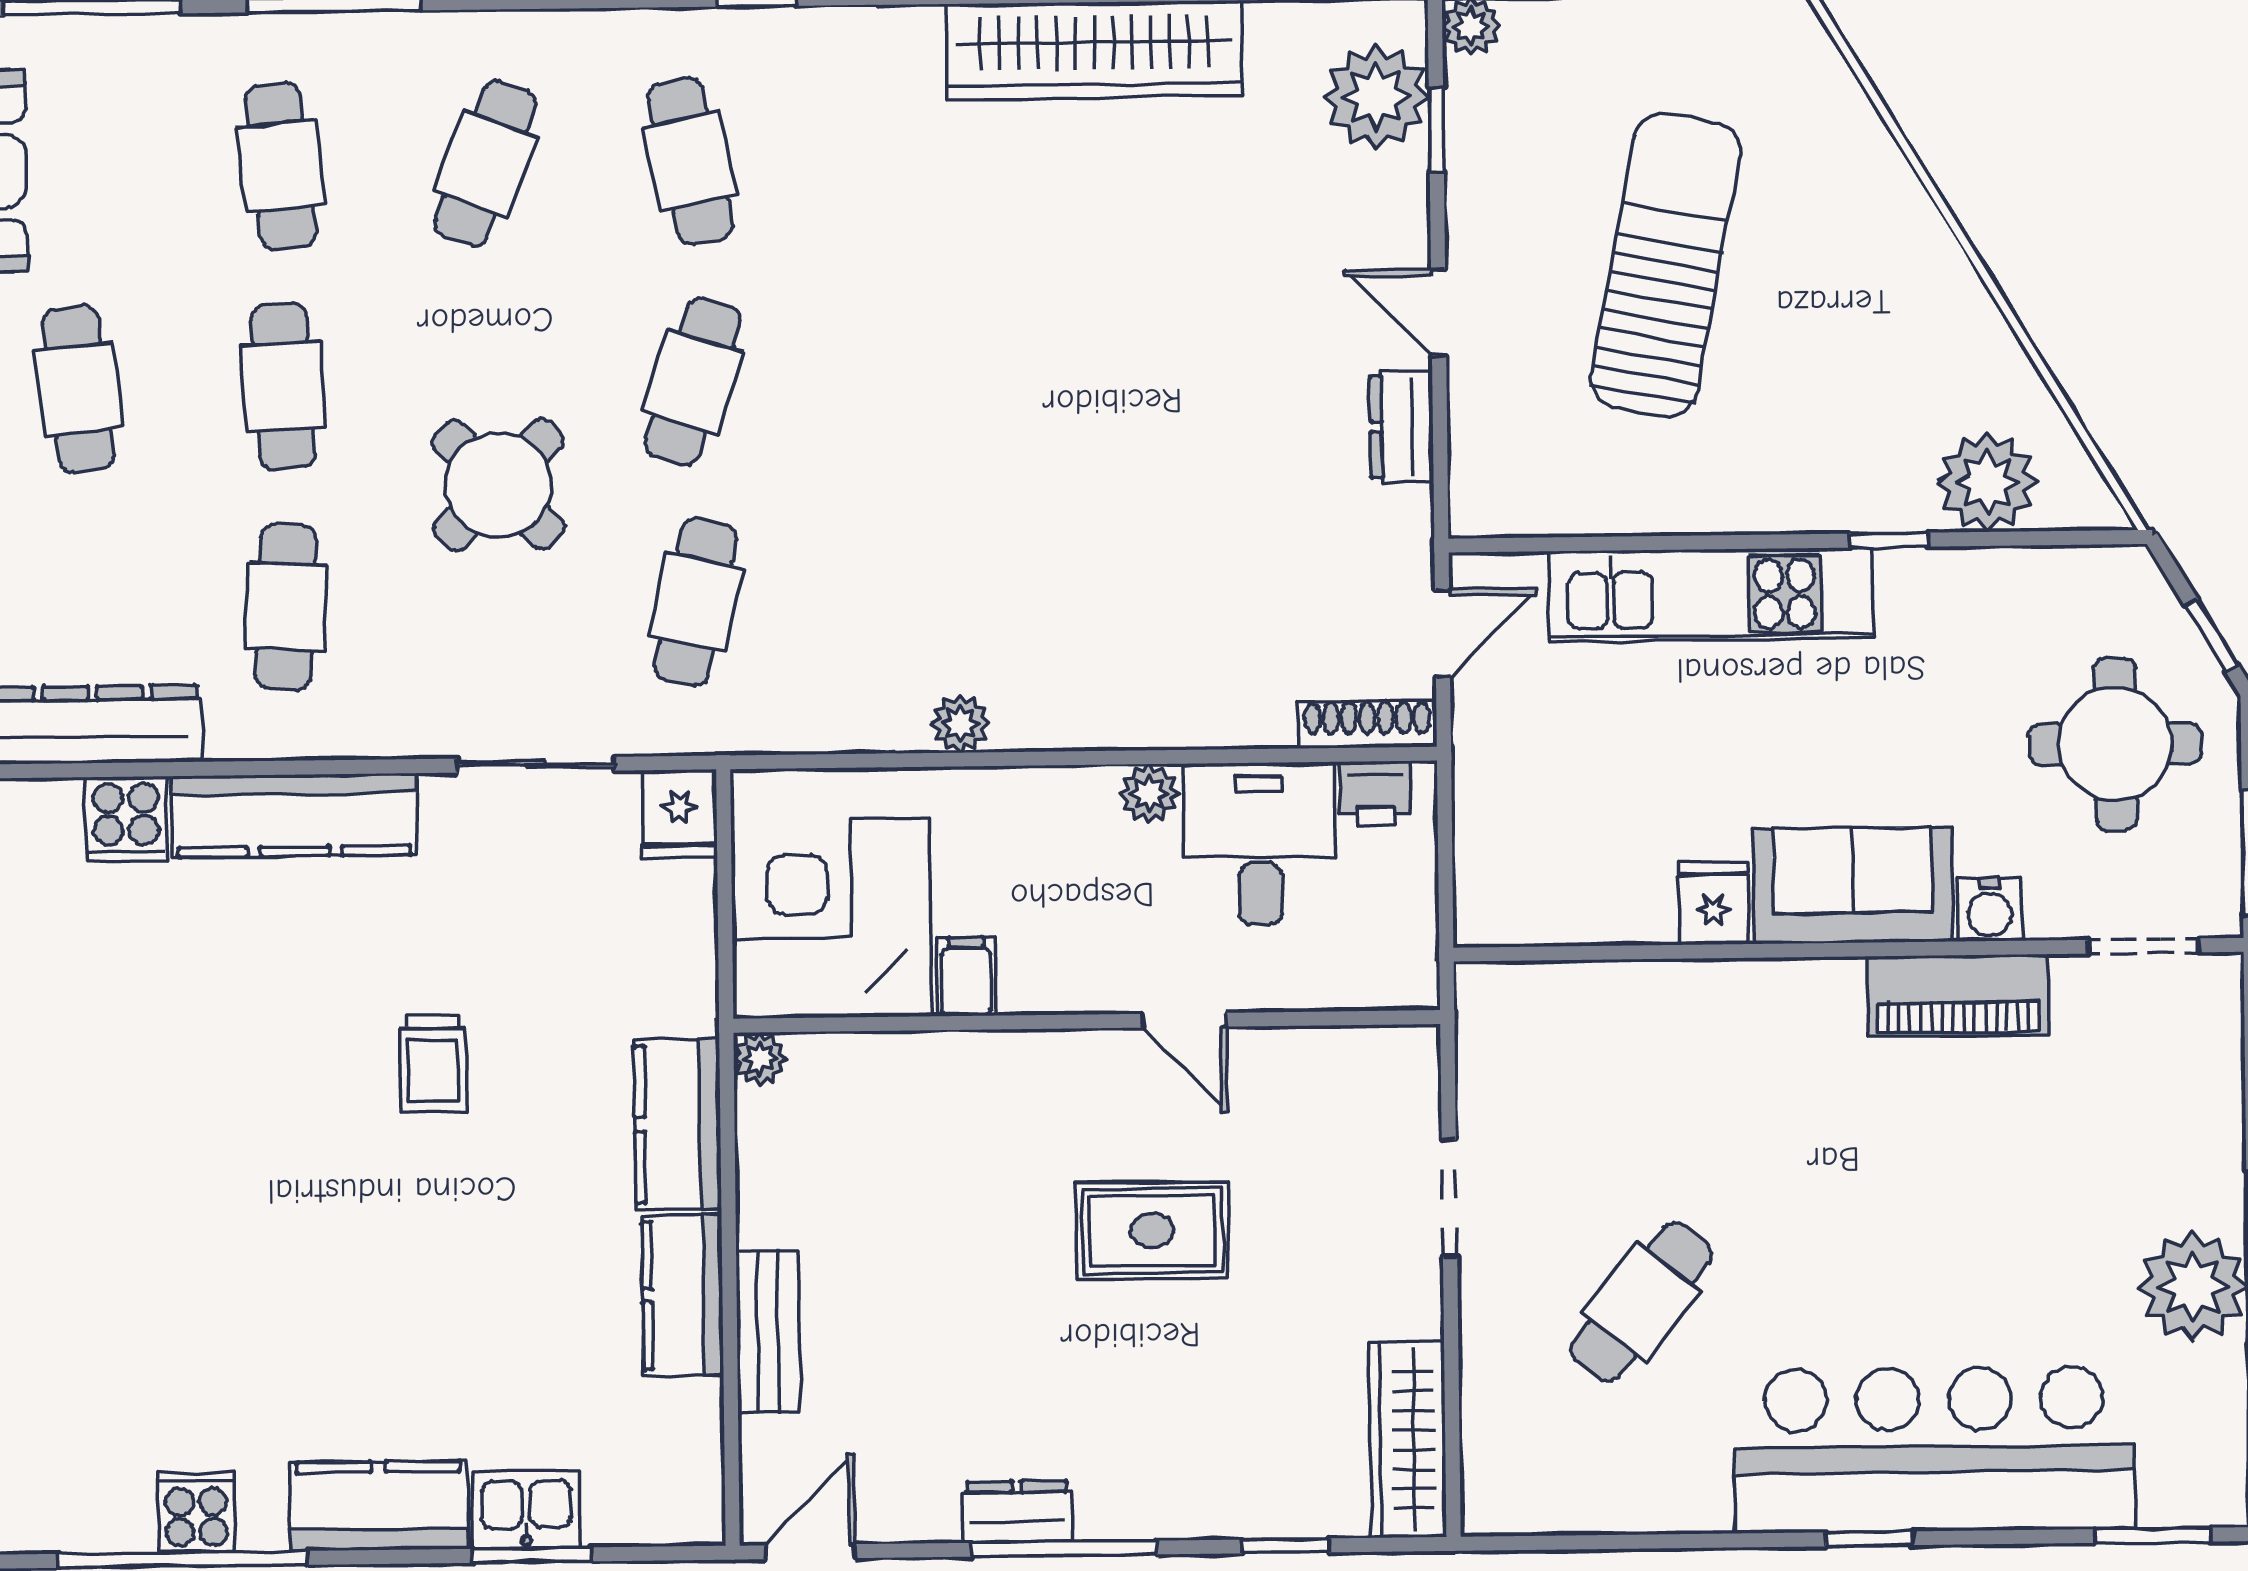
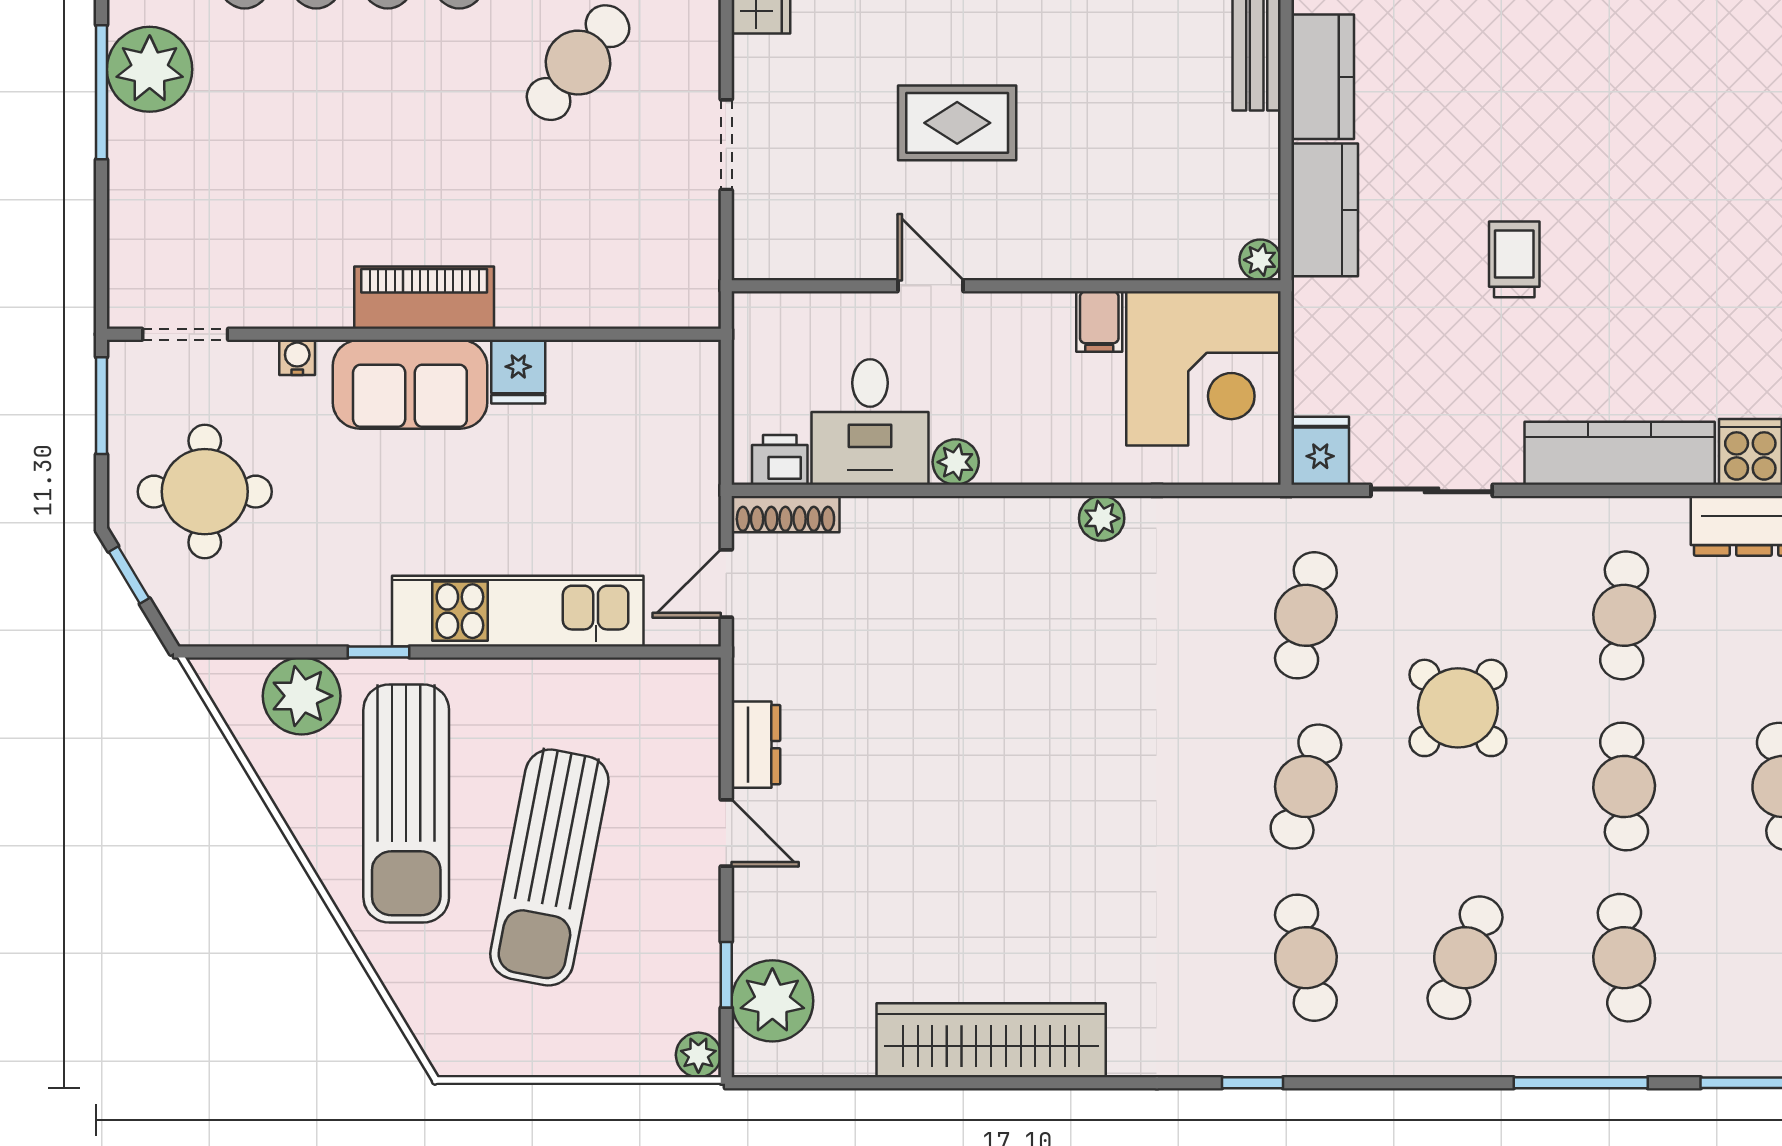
sun lounger: (1851, 345) -> (406, 803), added
water cooler: (1989, 909) -> (297, 357), width x0.72, depth x0.72
piano: (1958, 995) -> (424, 298), moved

